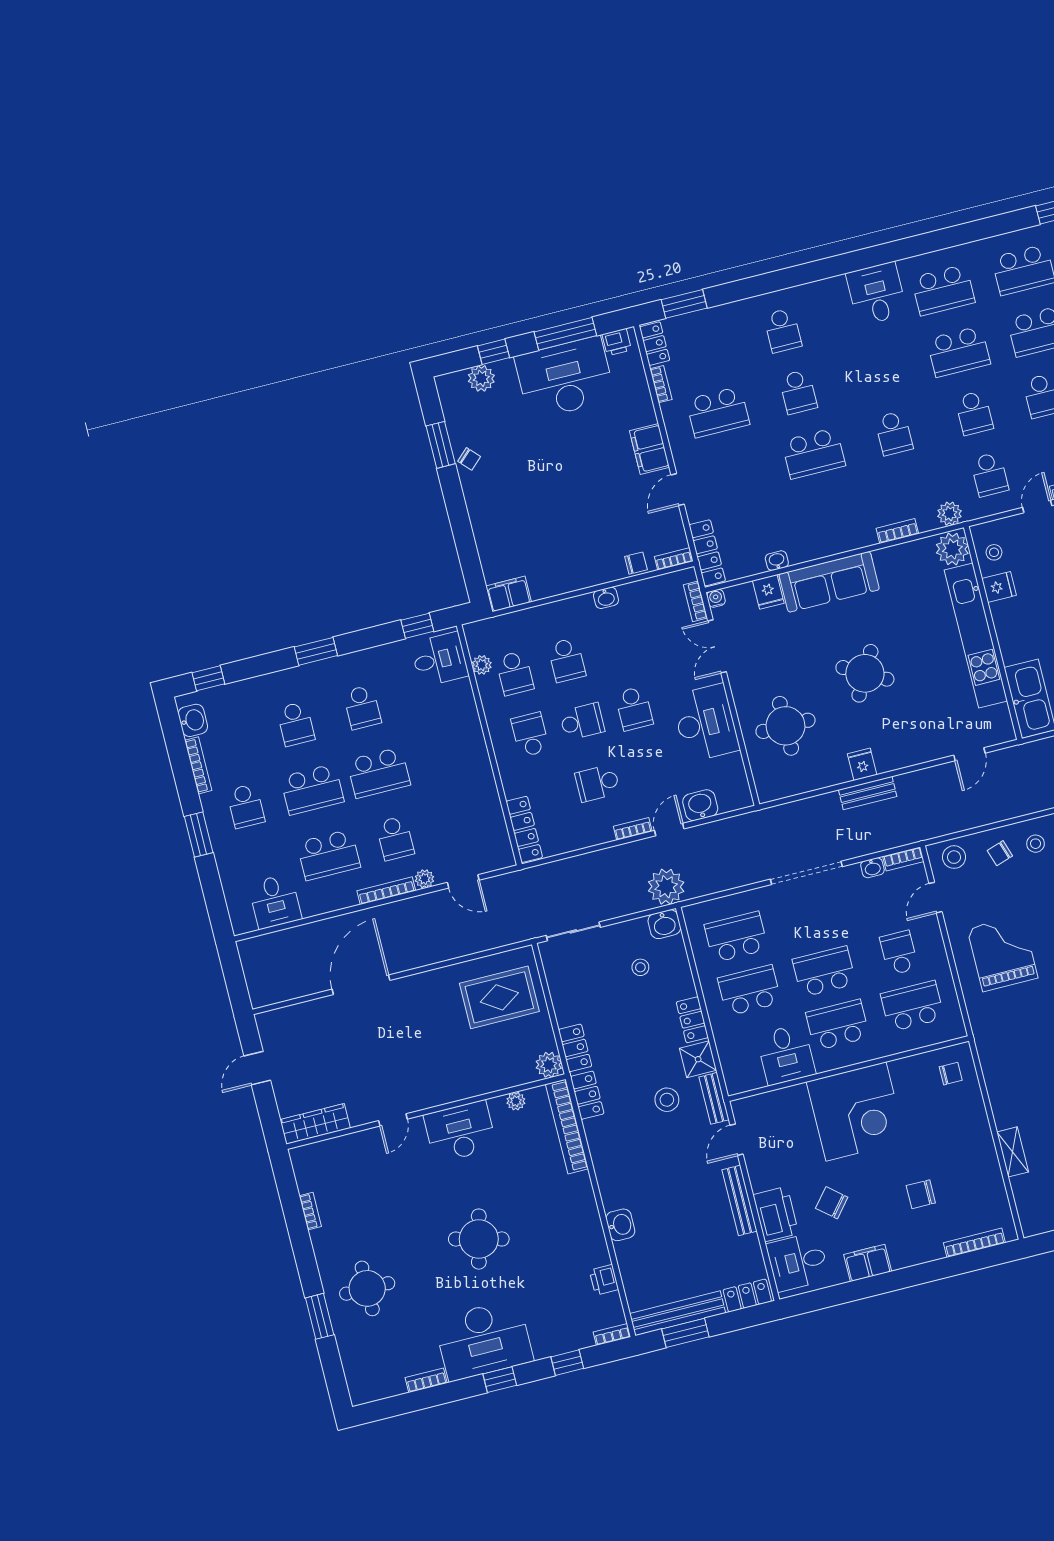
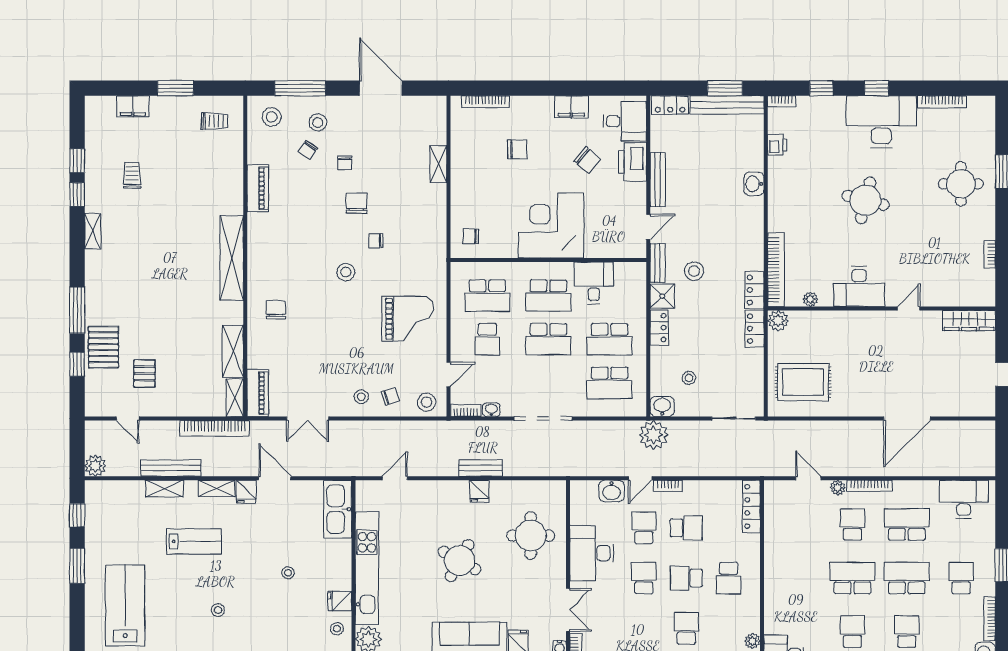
school desk: (515, 673) -> (644, 528), moved
desk: (275, 901) -> (964, 499), width x1.37
grand piano: (1003, 953) -> (408, 319), turned -90
bookcase: (426, 1380) -> (942, 102), width x1.56

